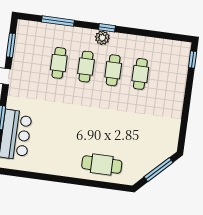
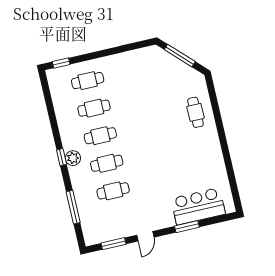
cafe table: (168, 78) -> (88, 81), added
cafe table: (102, 165) -> (195, 112), width x0.73, depth x0.74

